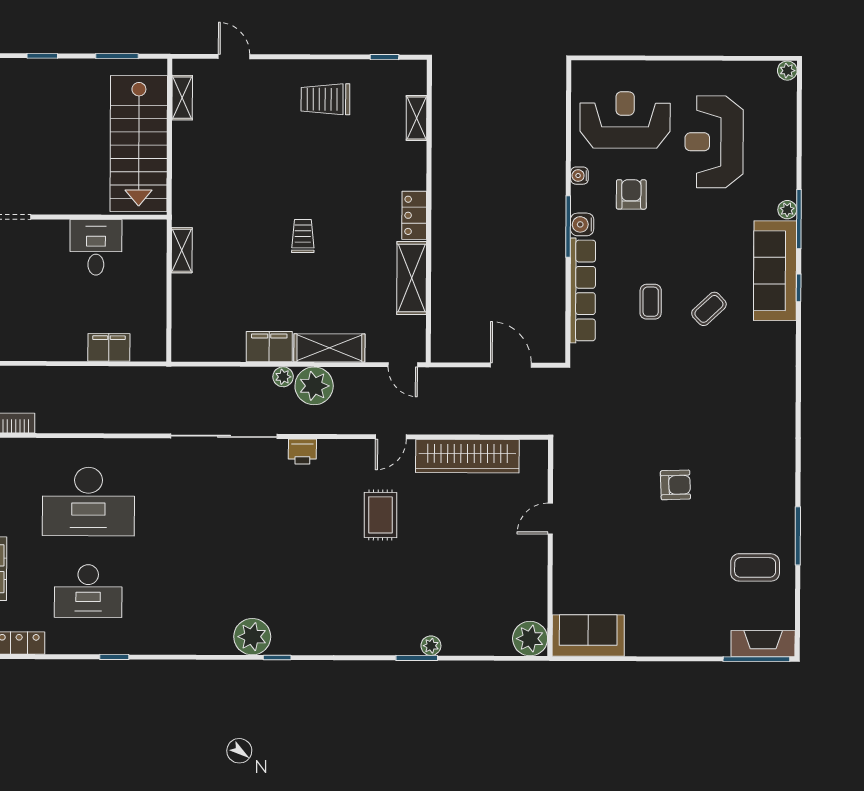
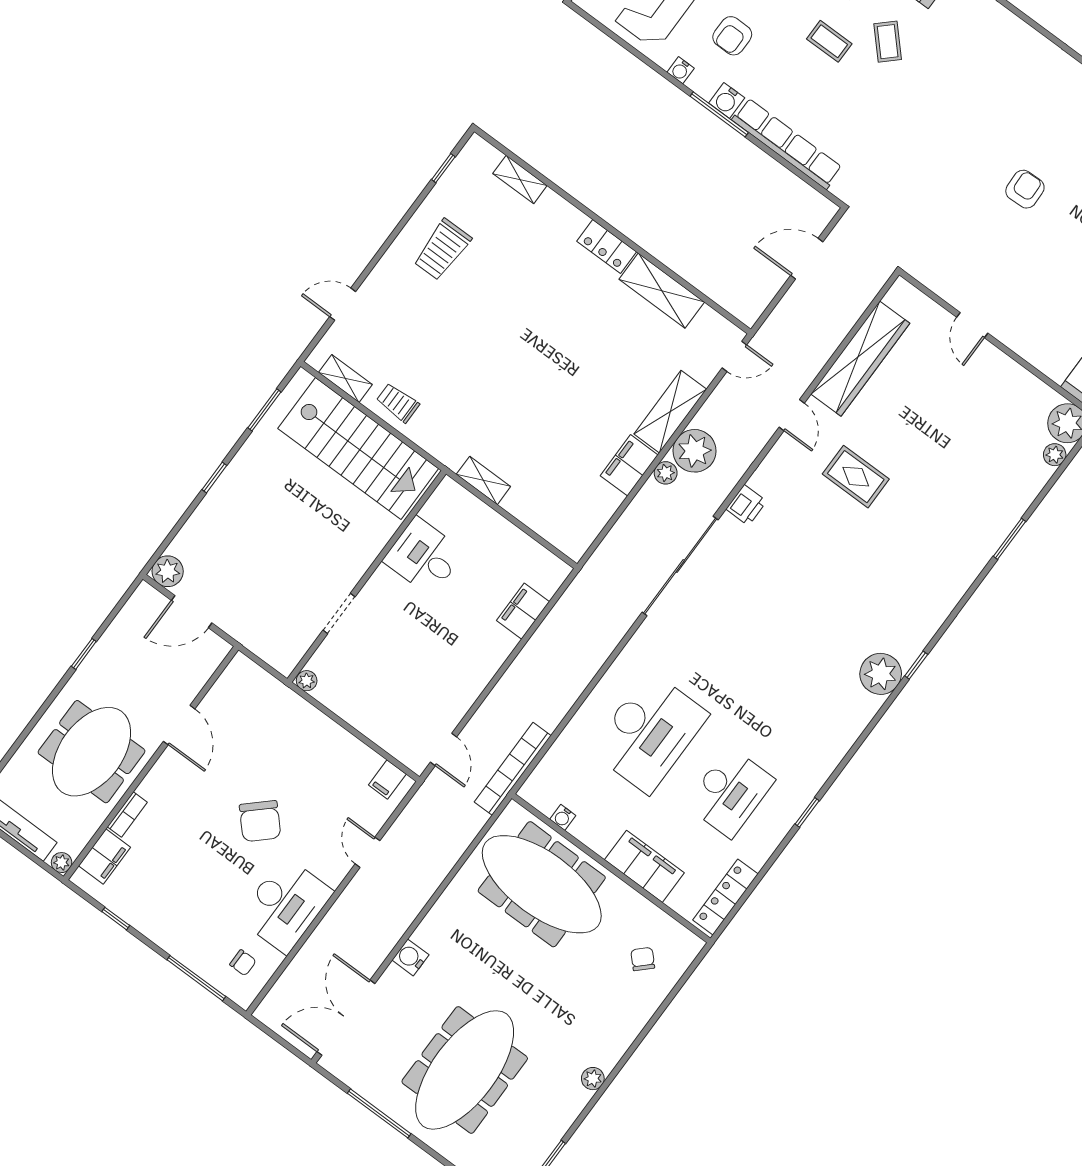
armchair: (631, 194) -> (732, 36), turned -90
trolley: (303, 236) -> (398, 403), moved
coffee table: (651, 302) -> (829, 41), moved
plant: (431, 646) -> (1055, 455), moved

